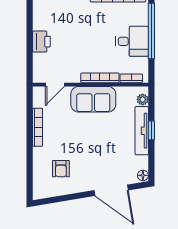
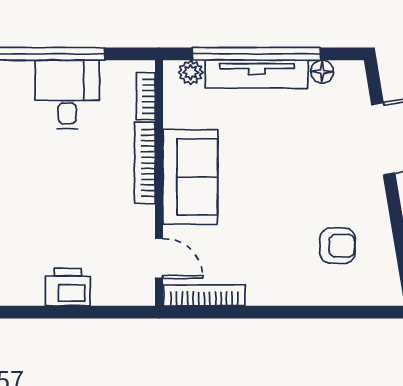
bookcase: (38, 127) -> (204, 295), moved
window: (151, 130) -> (256, 54), width x3.17
floor lamp: (143, 175) -> (322, 72), moved

